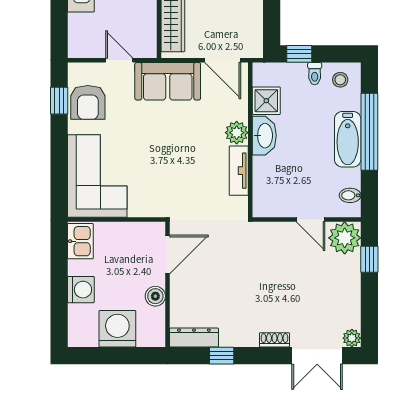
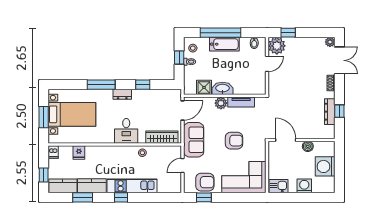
window: (299, 54) -> (179, 58), moved
armchair: (166, 157) -> (234, 141), added
dresser: (194, 338) -> (330, 112), moved

